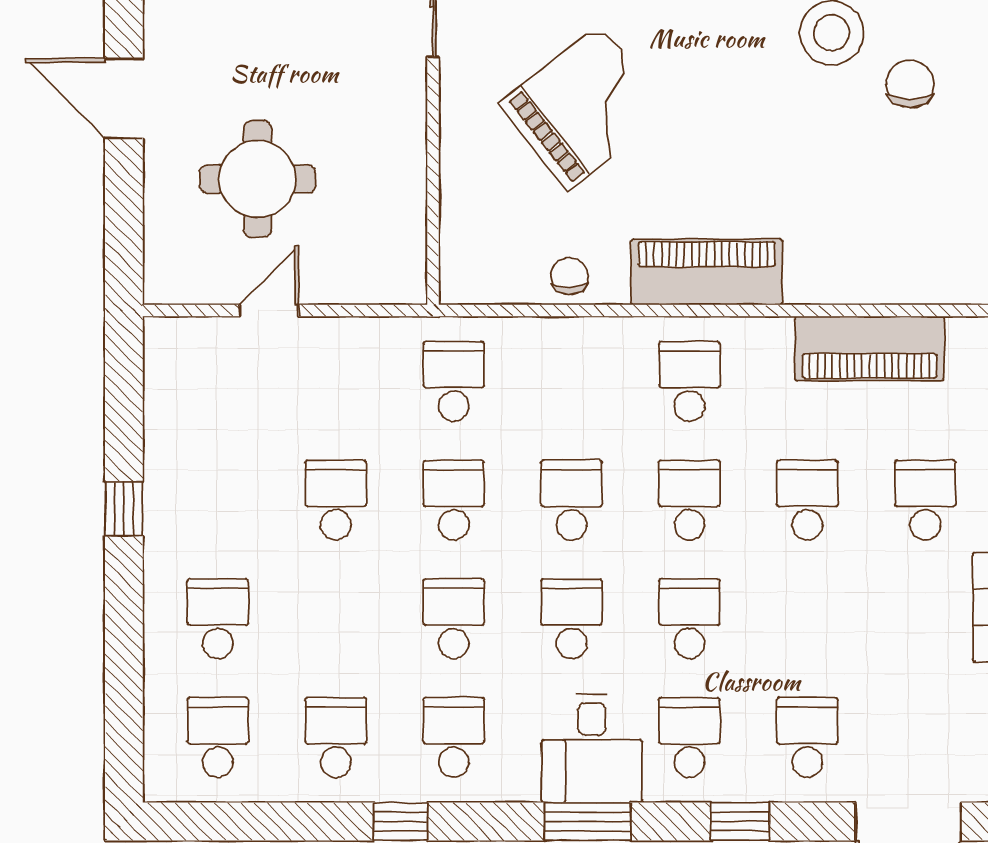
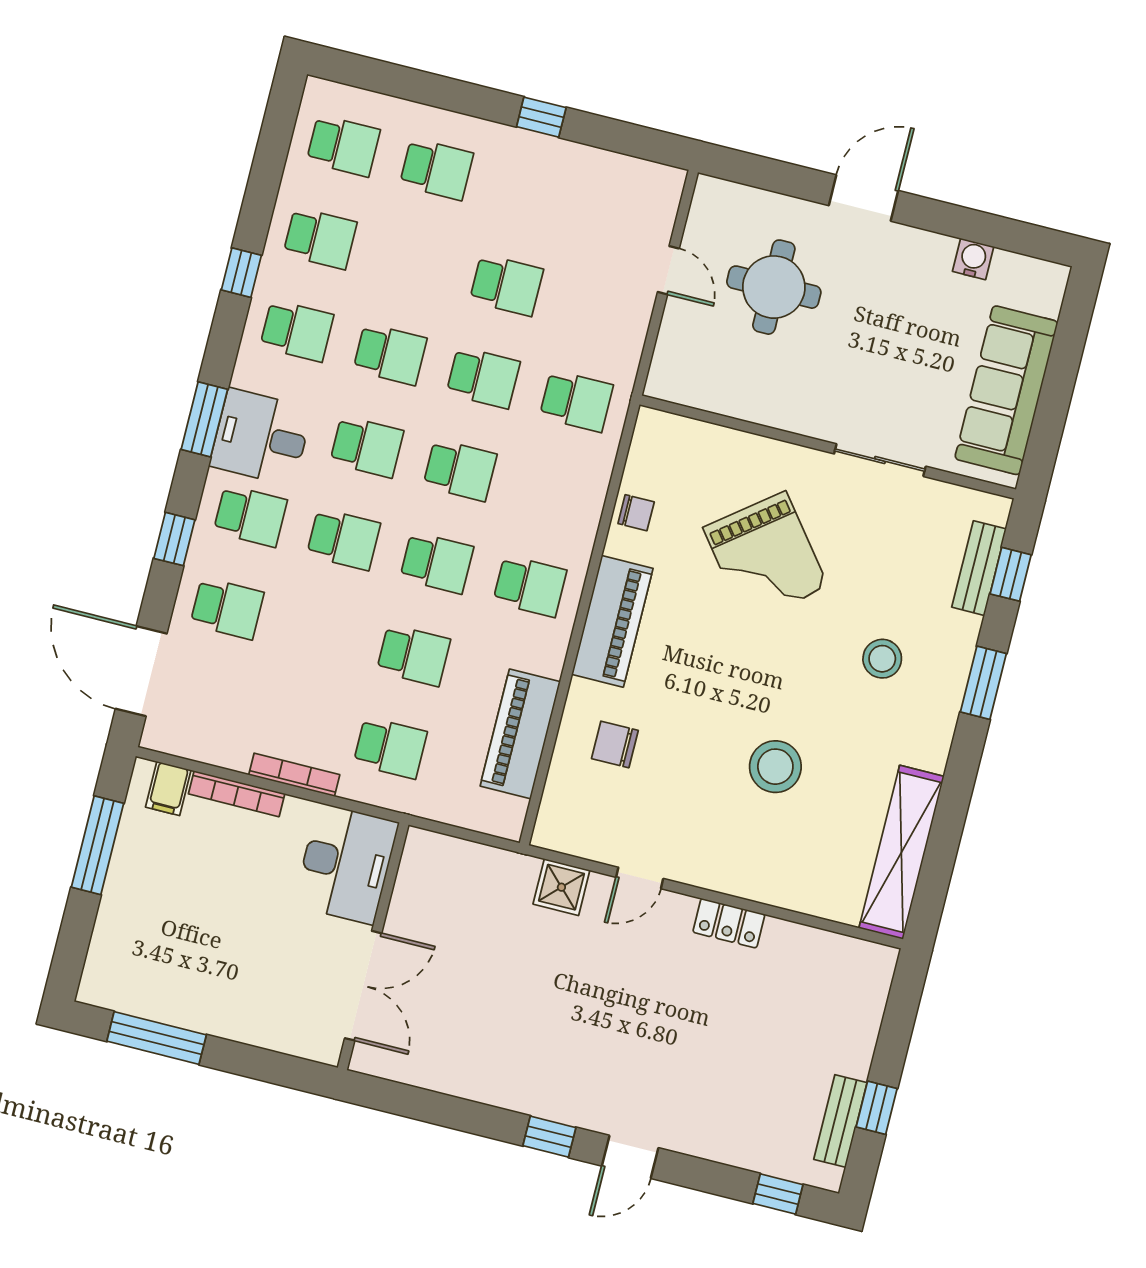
chair: (910, 84) -> (615, 744), moved, turned 180

